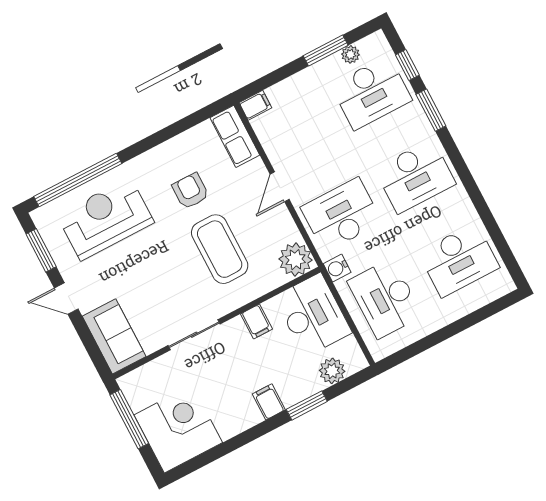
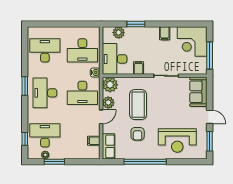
filing cabinet: (255, 105) -> (94, 141), moved
window: (431, 110) -> (25, 86), moved
desk: (415, 176) -> (45, 93), turned -90
window: (78, 180) -> (145, 162), moved
plant: (280, 223) -> (108, 102), added
desk: (385, 298) -> (82, 50), turned 90
filing cabinet: (269, 402) -> (165, 33), moved

